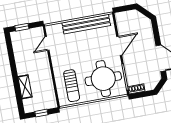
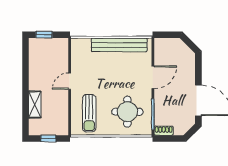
door: (47, 43) -> (70, 81), moved
round table: (103, 79) -> (127, 112), width x0.73, depth x0.73

